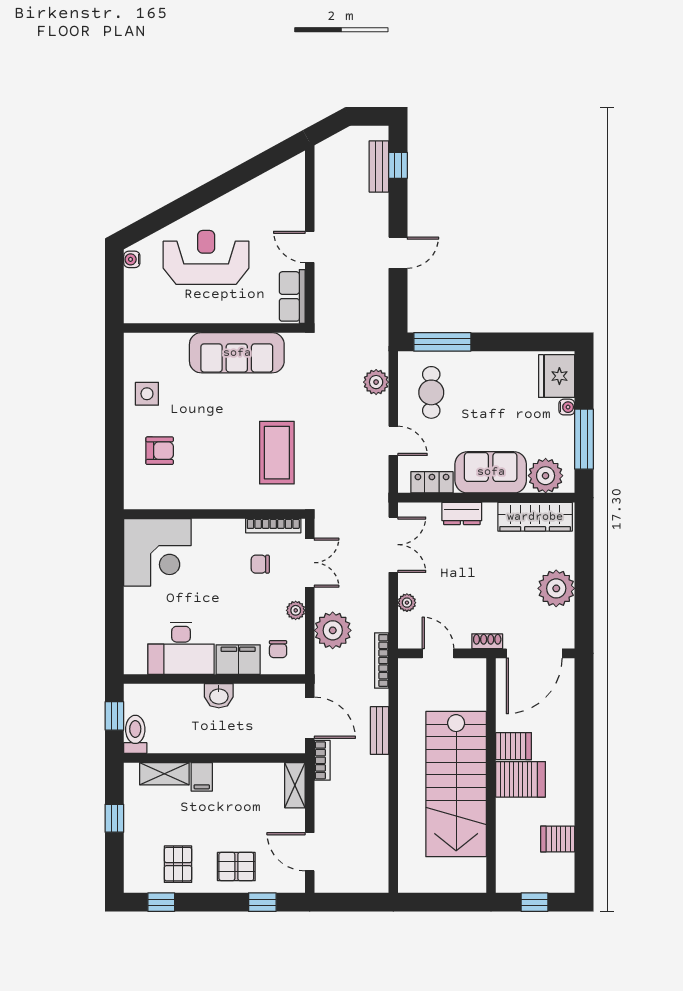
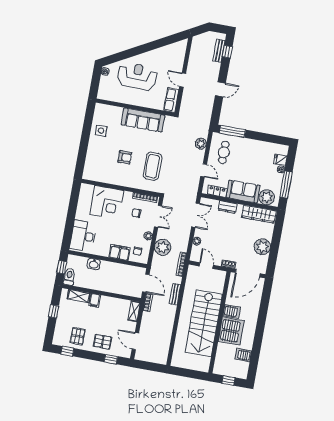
fridge: (557, 376) -> (280, 160), width x0.53, depth x0.75
armchair: (160, 451) -> (125, 157), moved
corner desk: (157, 552) -> (107, 202), moved
desk: (181, 648) -> (83, 236), moved, turned 90
washbasin: (219, 696) -> (94, 264), moved
server rack: (520, 779) -> (231, 331), width x1.60

